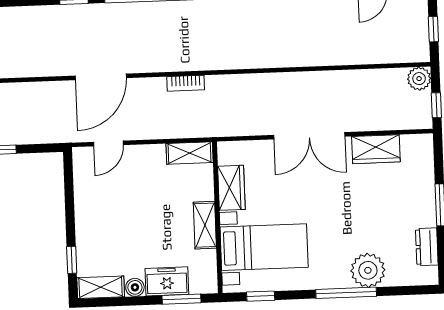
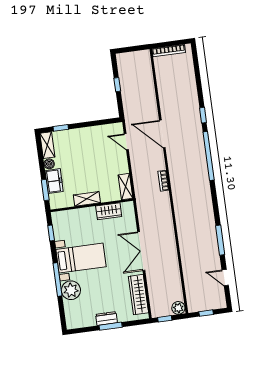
wardrobe: (376, 149) -> (138, 295), width x1.50
bed with nightstands: (264, 247) -> (81, 258), moved, turned -90
dresser: (427, 247) -> (106, 318), moved

